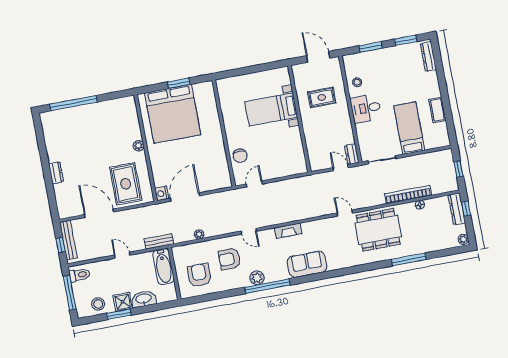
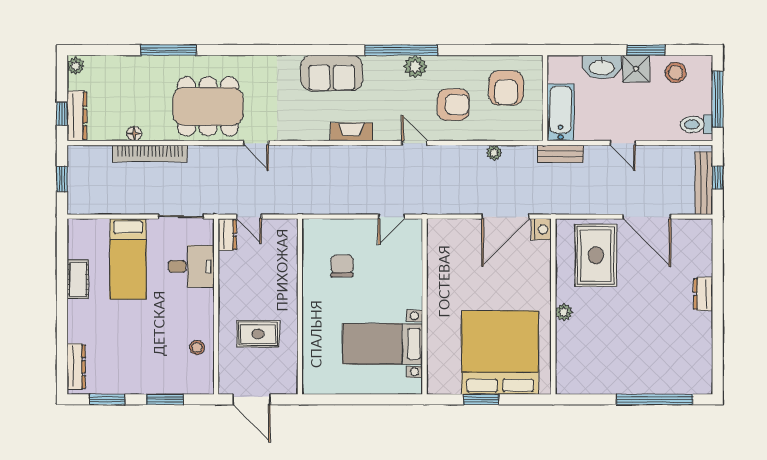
desk: (366, 108) -> (191, 266), moved
bed with nightstands: (271, 109) -> (383, 344), moved, turned 180
chair: (240, 156) -> (342, 266), moved

